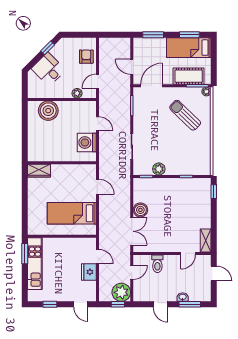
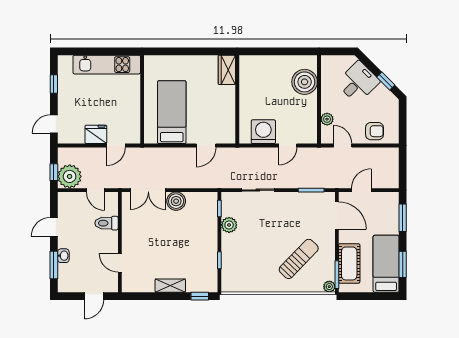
shelving: (206, 240) -> (170, 286), moved
window: (25, 254) -> (120, 51), removed

